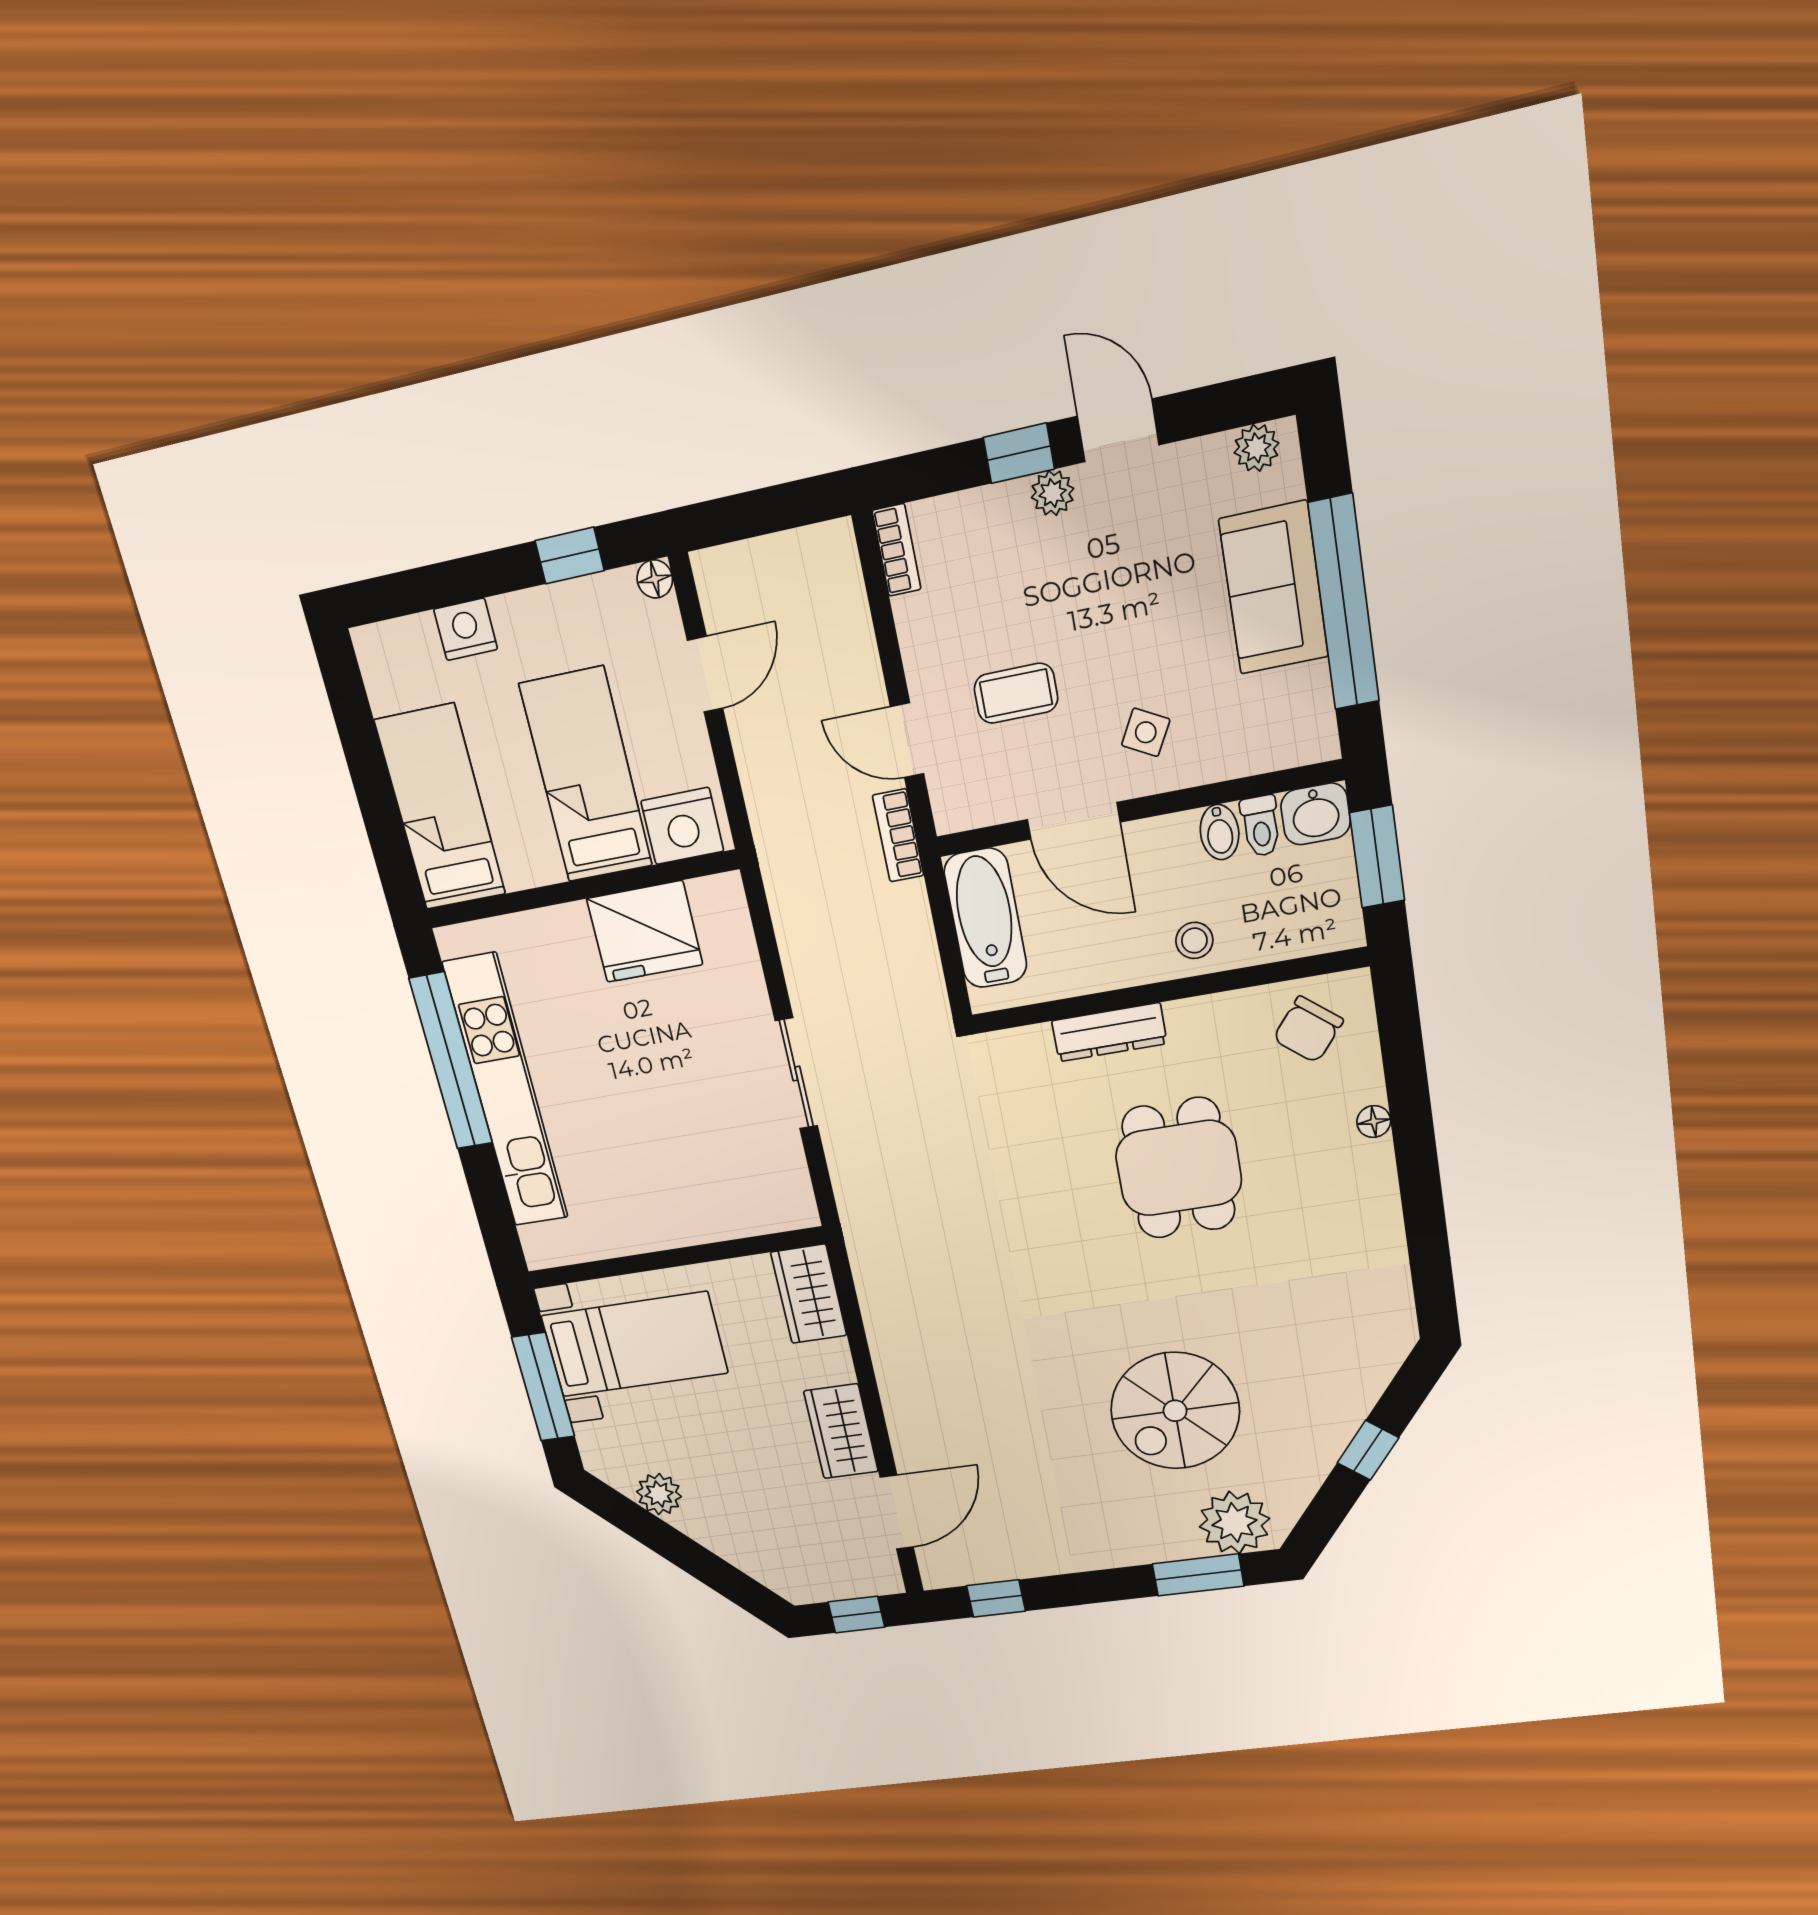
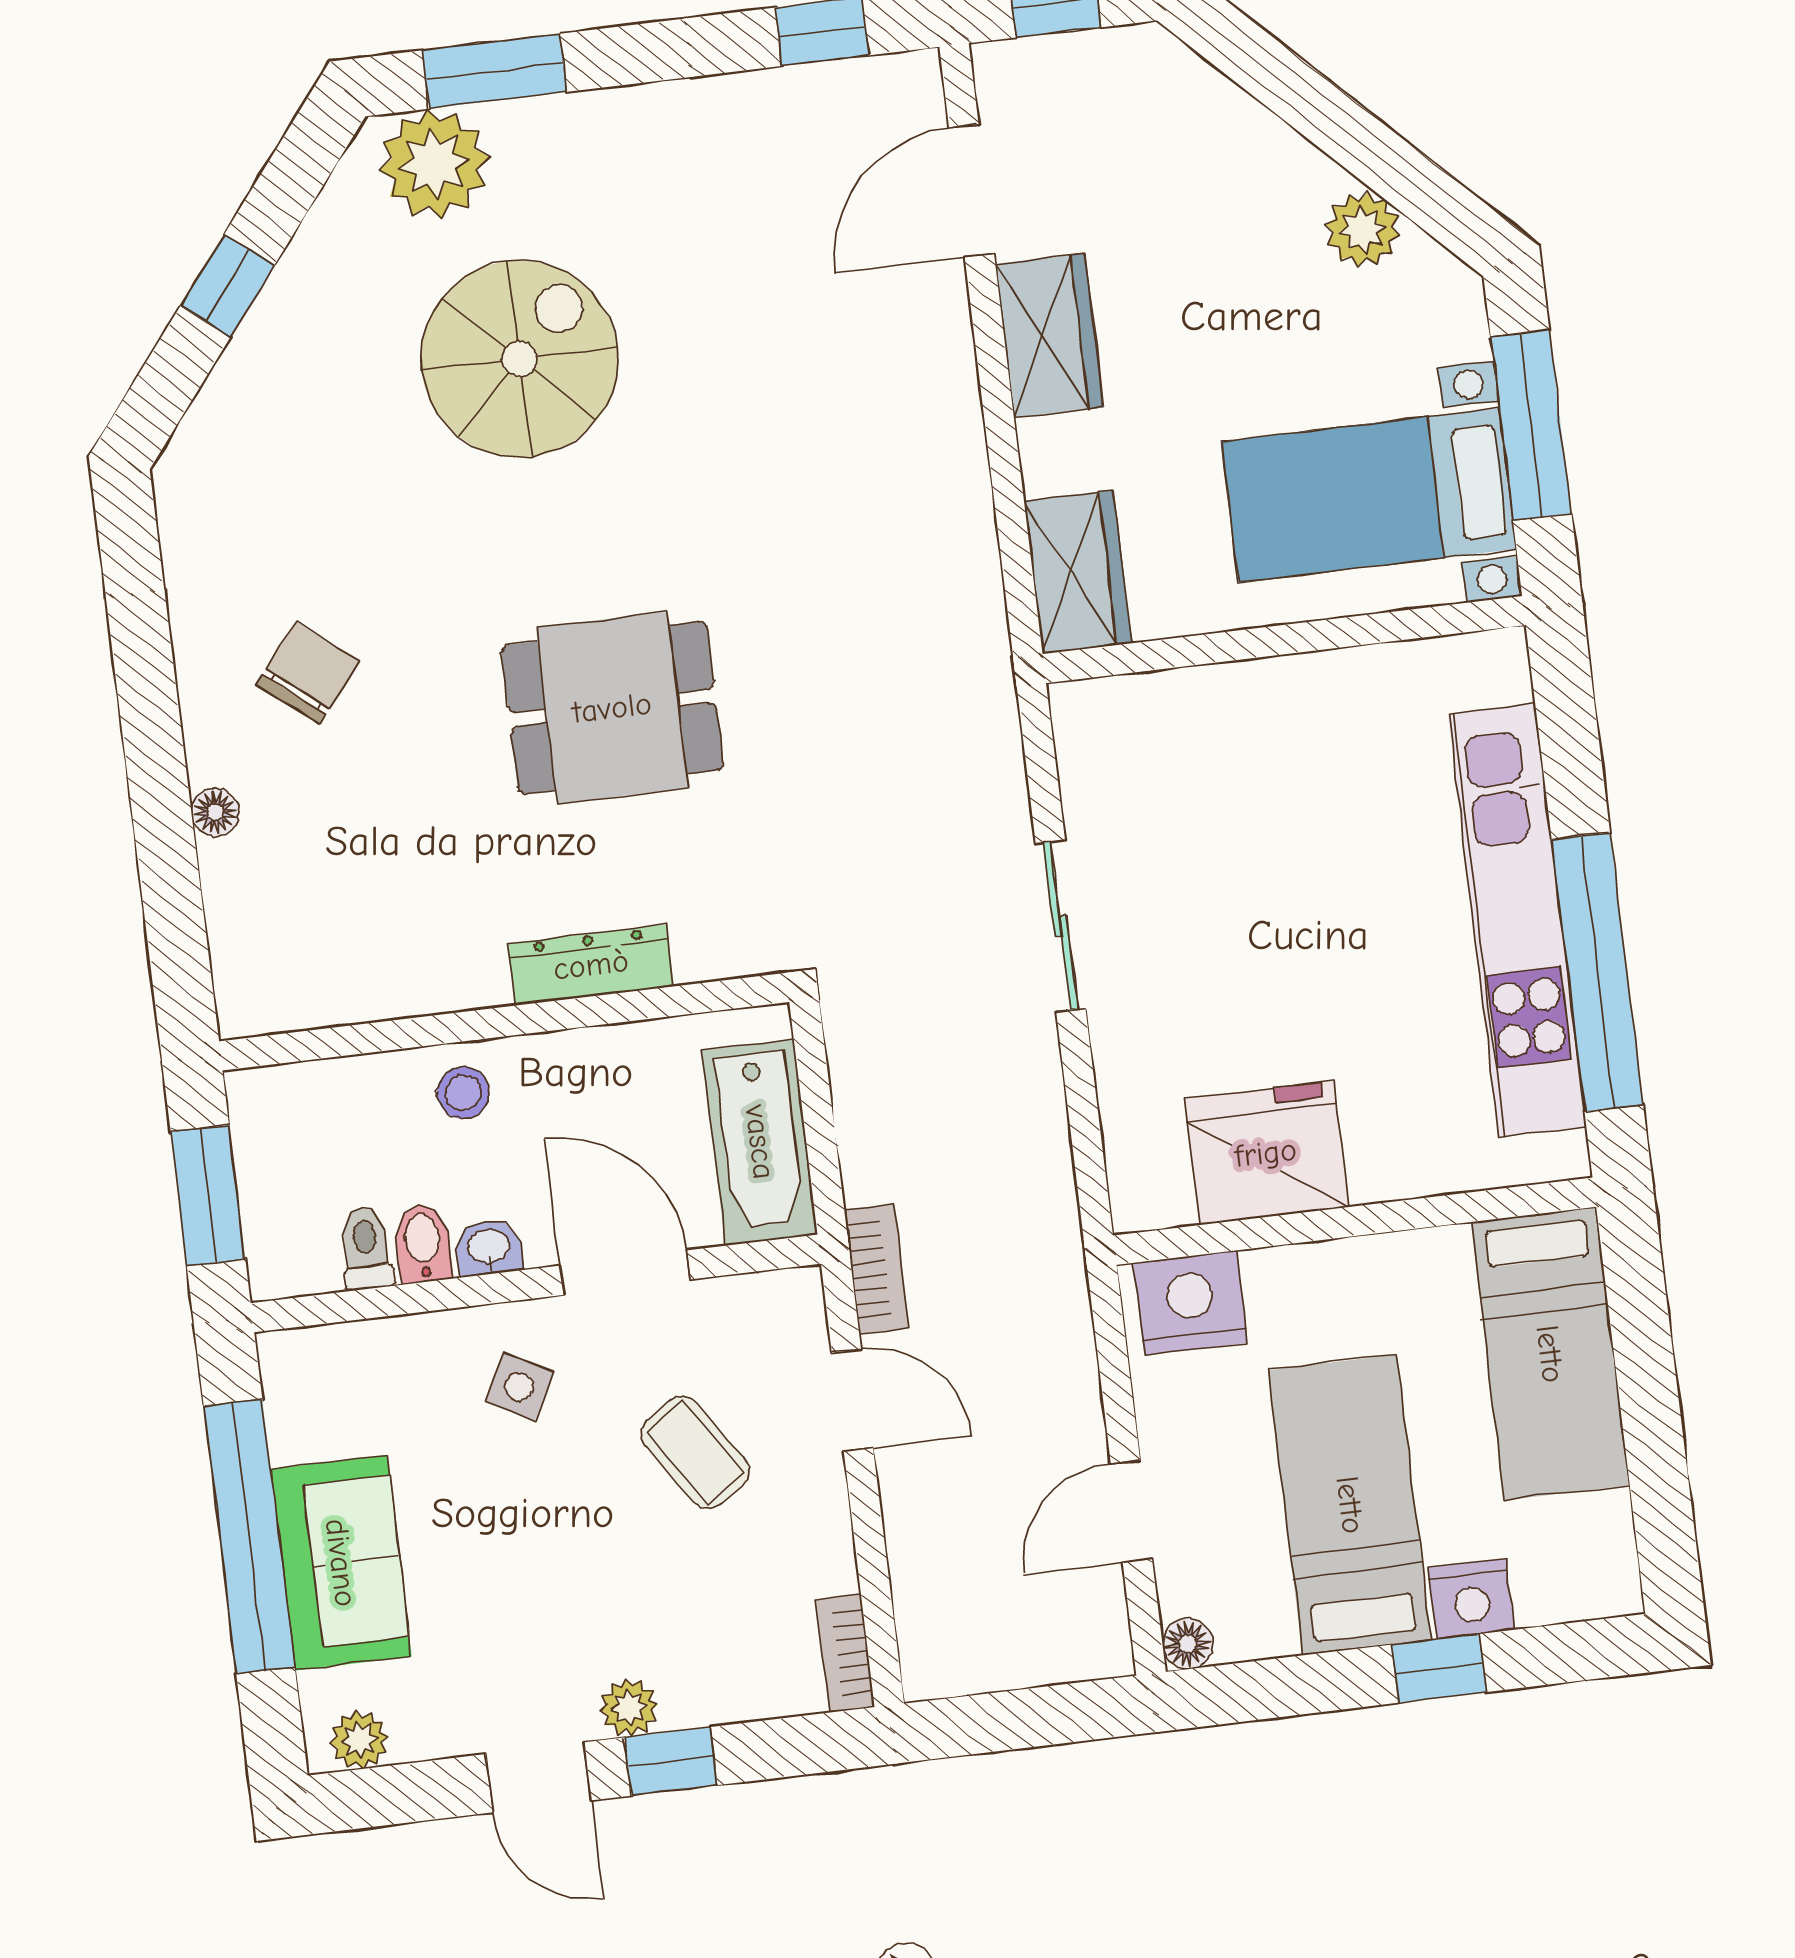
window: (570, 556) -> (1439, 1668), moved
coffee table: (1016, 693) -> (695, 1452), turned 56
bed: (586, 775) -> (1350, 1505), moved, turned 180
washbasin: (1316, 814) -> (489, 1248), moved, width x0.72, depth x0.69
chair: (1308, 1030) -> (308, 672), moved
dining table: (1179, 1168) -> (612, 708), moved, turned 90

